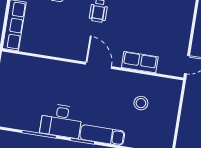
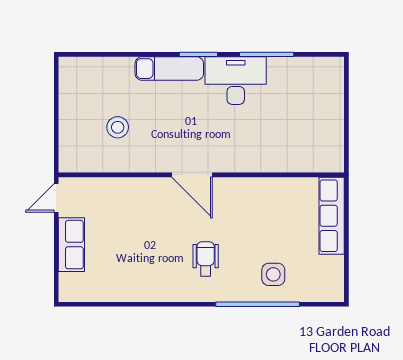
row of seats: (140, 62) -> (71, 245), moved, turned -90

